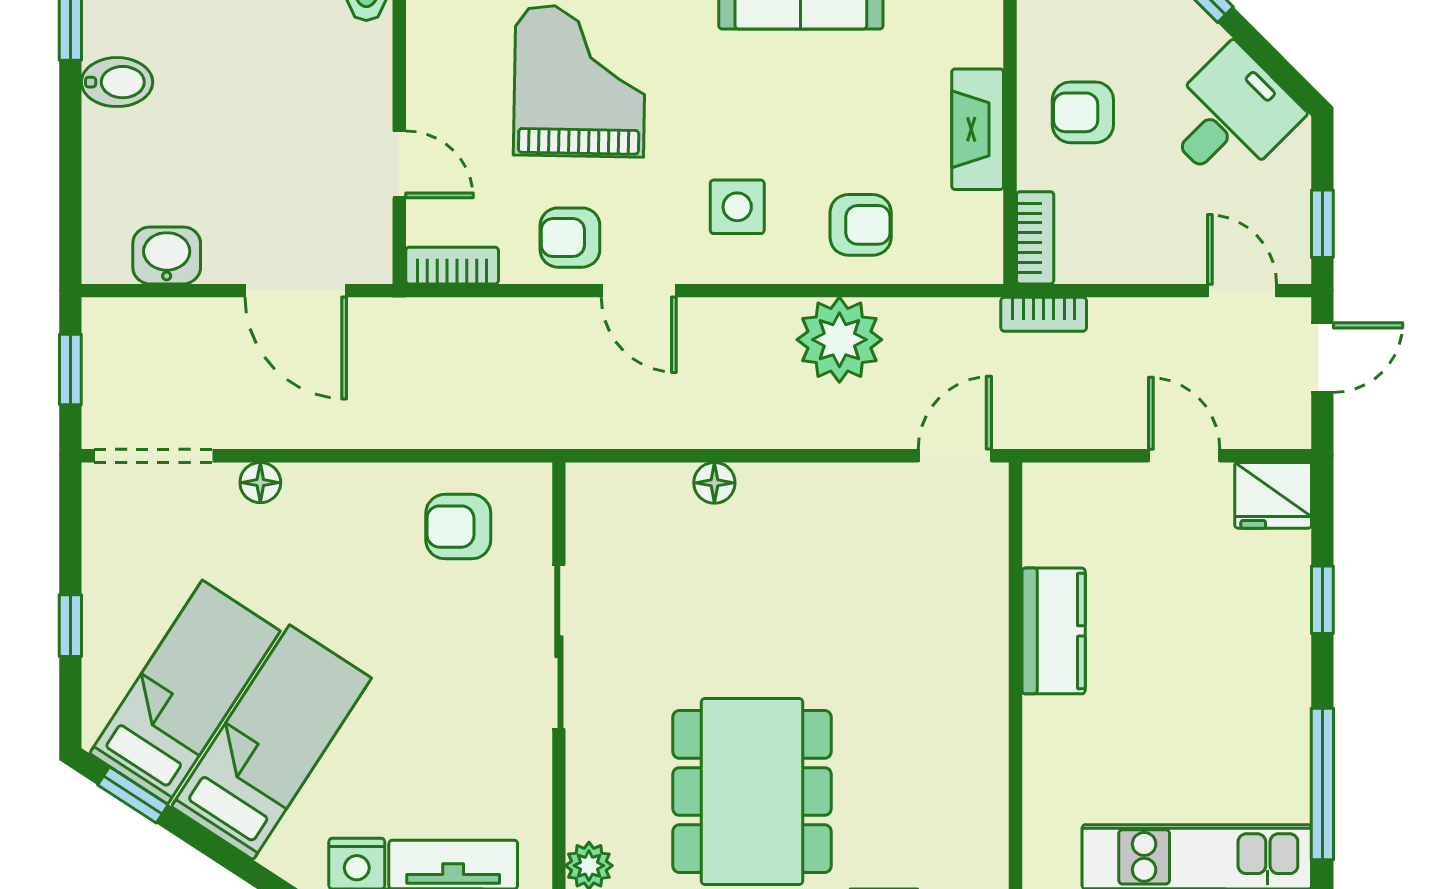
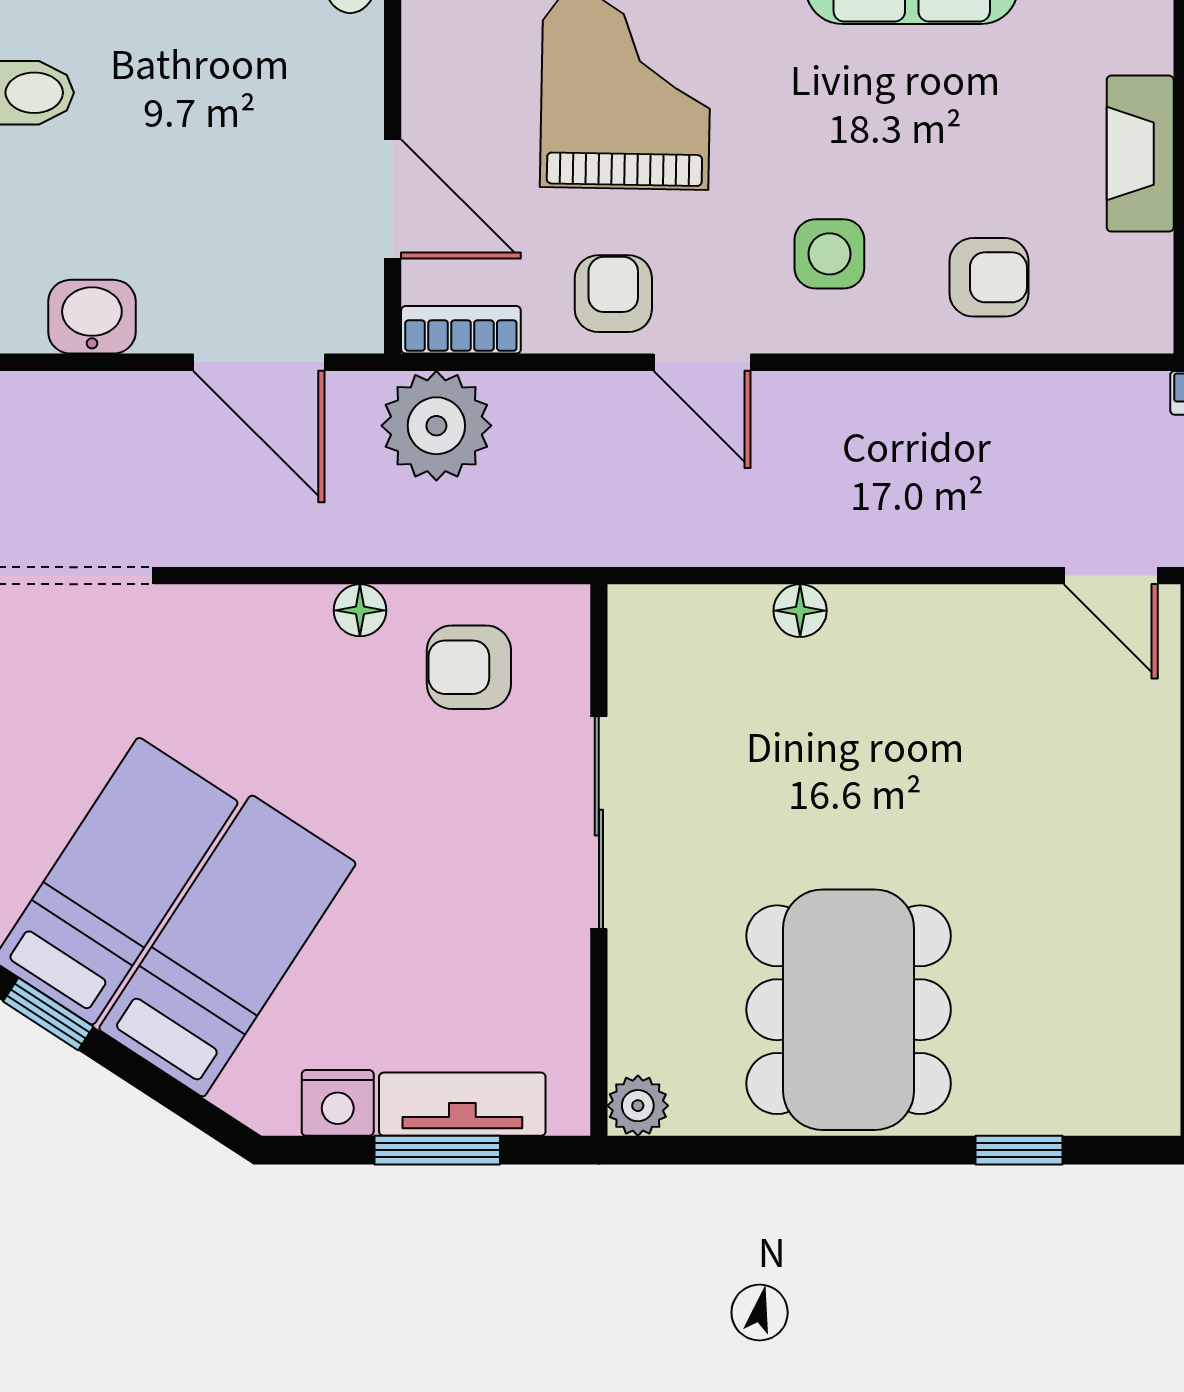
door: (399, 164) -> (393, 199), width x1.38
armchair: (570, 238) -> (613, 294), turned 90
plant: (839, 340) -> (436, 426), moved
door: (955, 456) -> (1111, 576), swing flipped
floor lamp: (260, 483) -> (360, 610), moved

